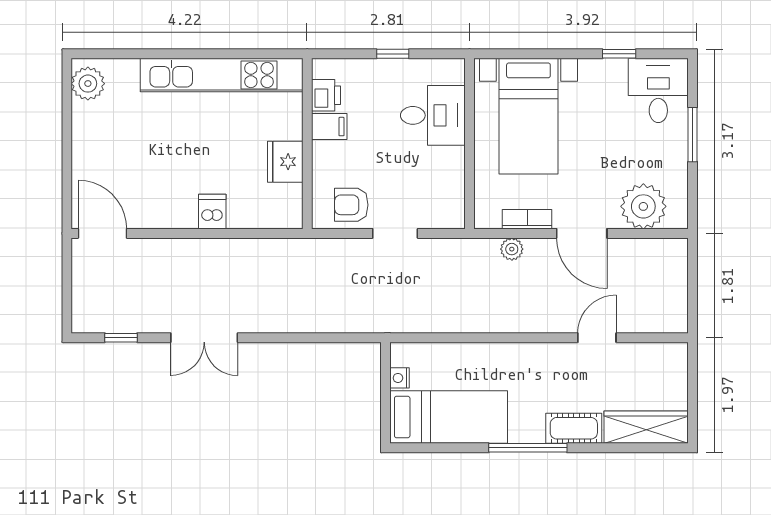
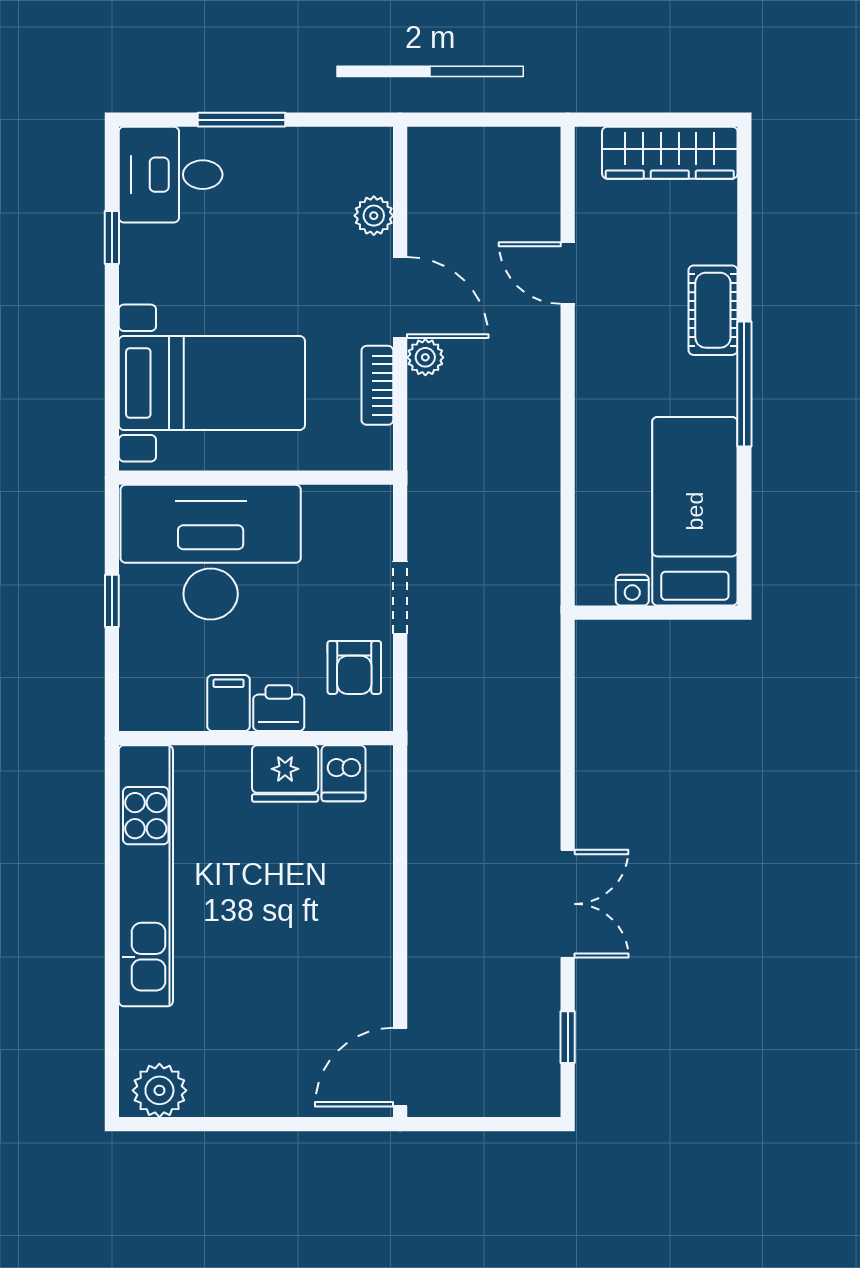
printer: (326, 95) -> (279, 708), moved
desk: (433, 115) -> (211, 552), width x1.87, depth x1.30
plant: (643, 206) -> (374, 216), width x0.53, depth x0.53
dishwasher: (212, 212) -> (344, 773), moved, turned -90
door: (582, 233) -> (400, 298), hinge flipped
plant: (512, 249) -> (425, 357), moved
wardrobe: (646, 427) -> (670, 153), moved, turned -90

